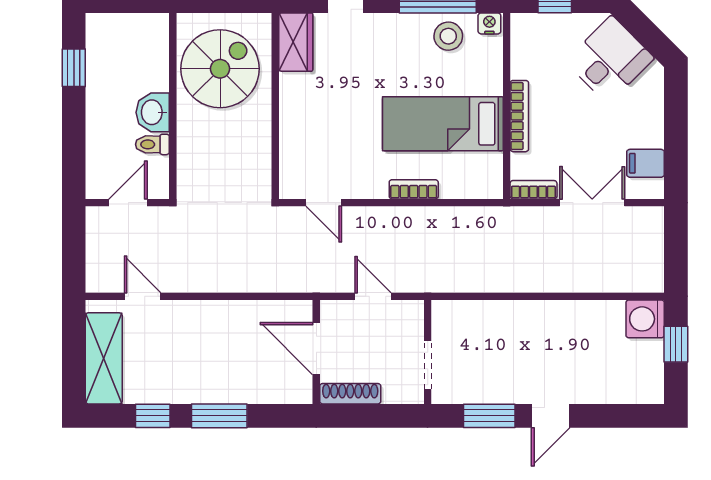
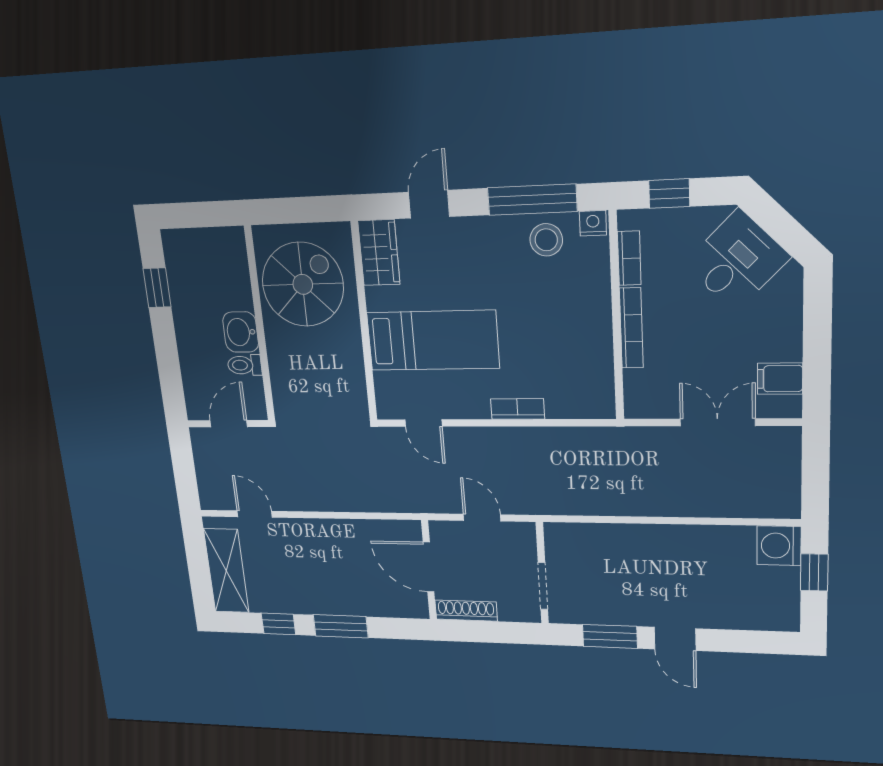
bed: (443, 124) -> (433, 340), moved, turned 180
bookcase: (533, 190) -> (629, 258), moved, turned 90
door: (551, 416) -> (675, 639), hinge flipped

